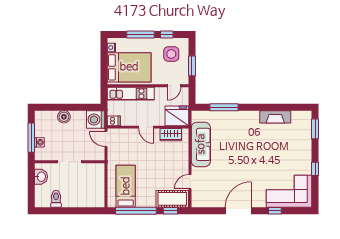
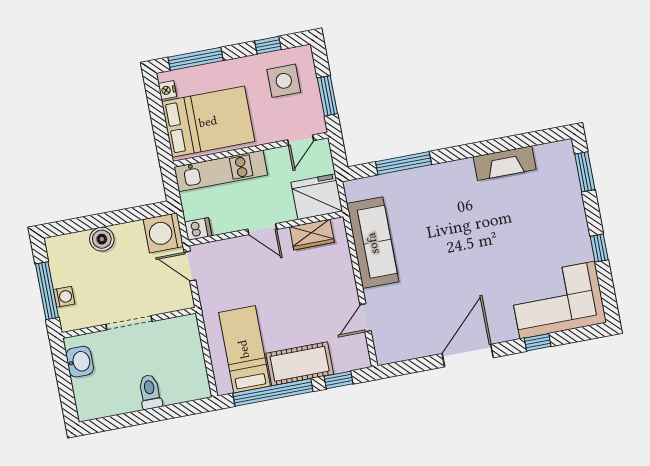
window: (141, 34) -> (196, 59), moved
toilet: (56, 199) -> (150, 392), moved
cot: (172, 199) -> (300, 364), moved

